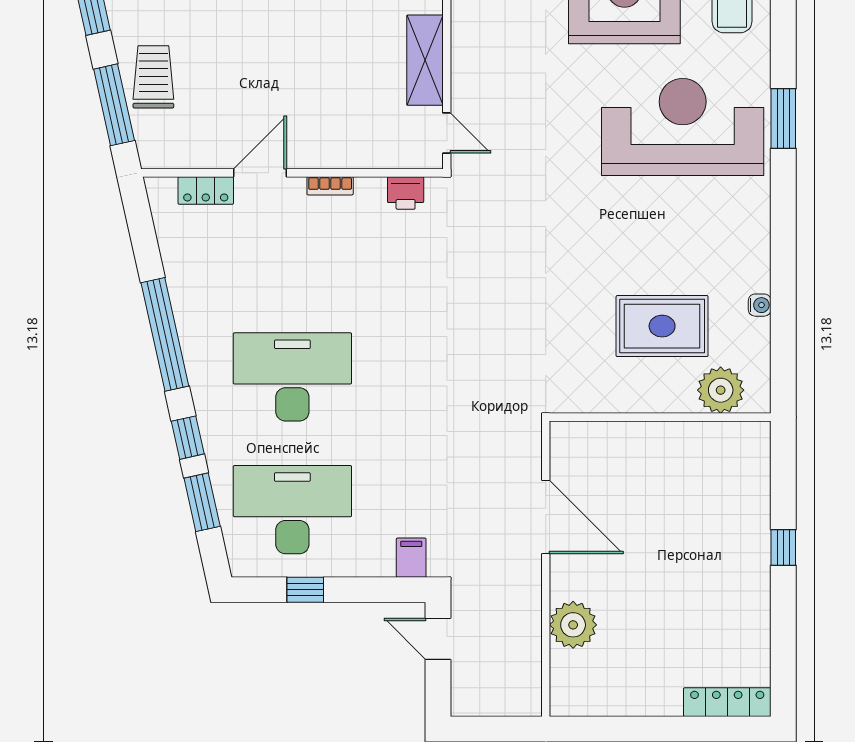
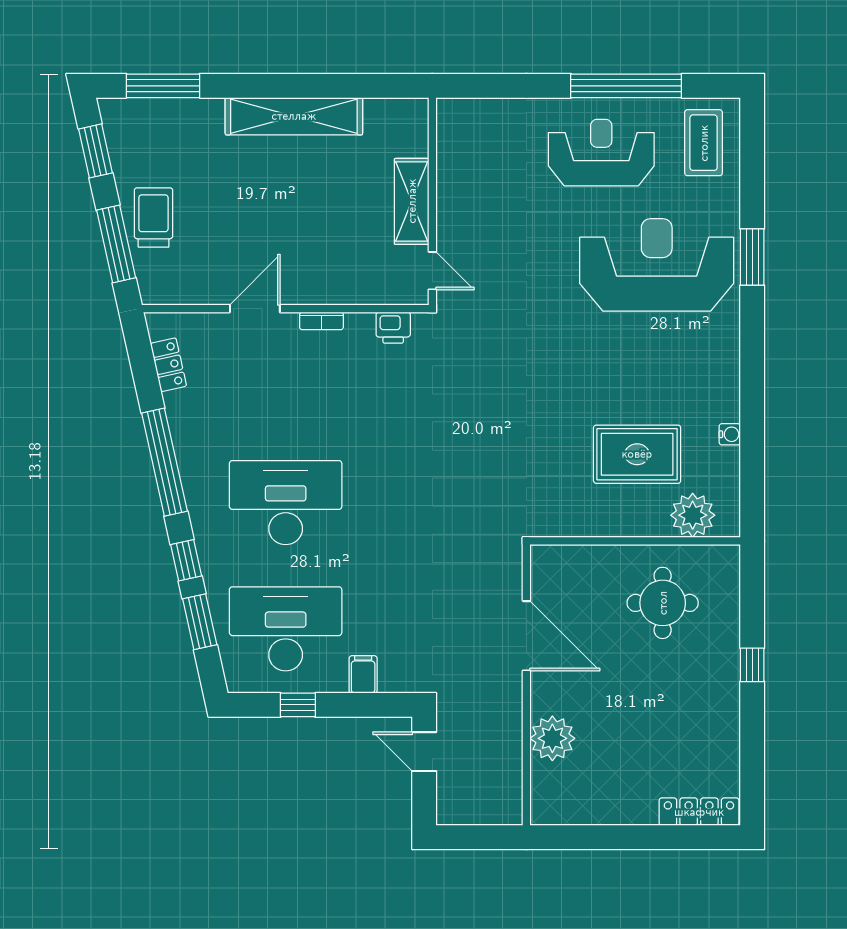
locker: (206, 190) -> (168, 365), moved, turned -102
round table: (689, 482) -> (663, 603), added
filing cabinet: (411, 558) -> (363, 674), moved

